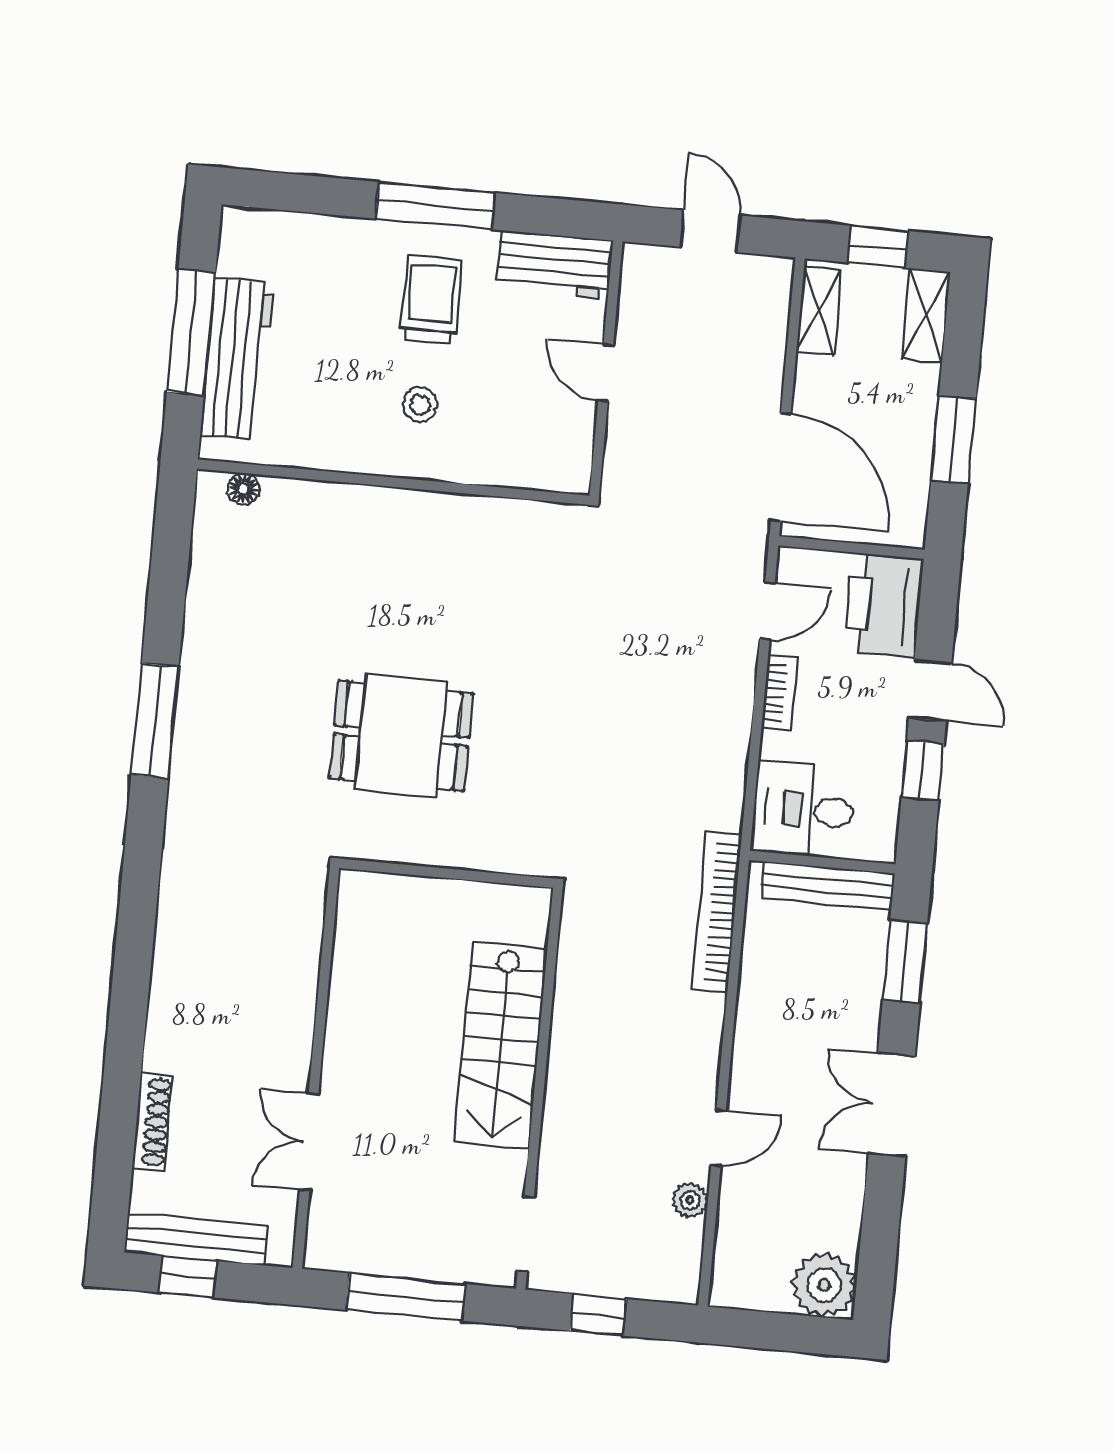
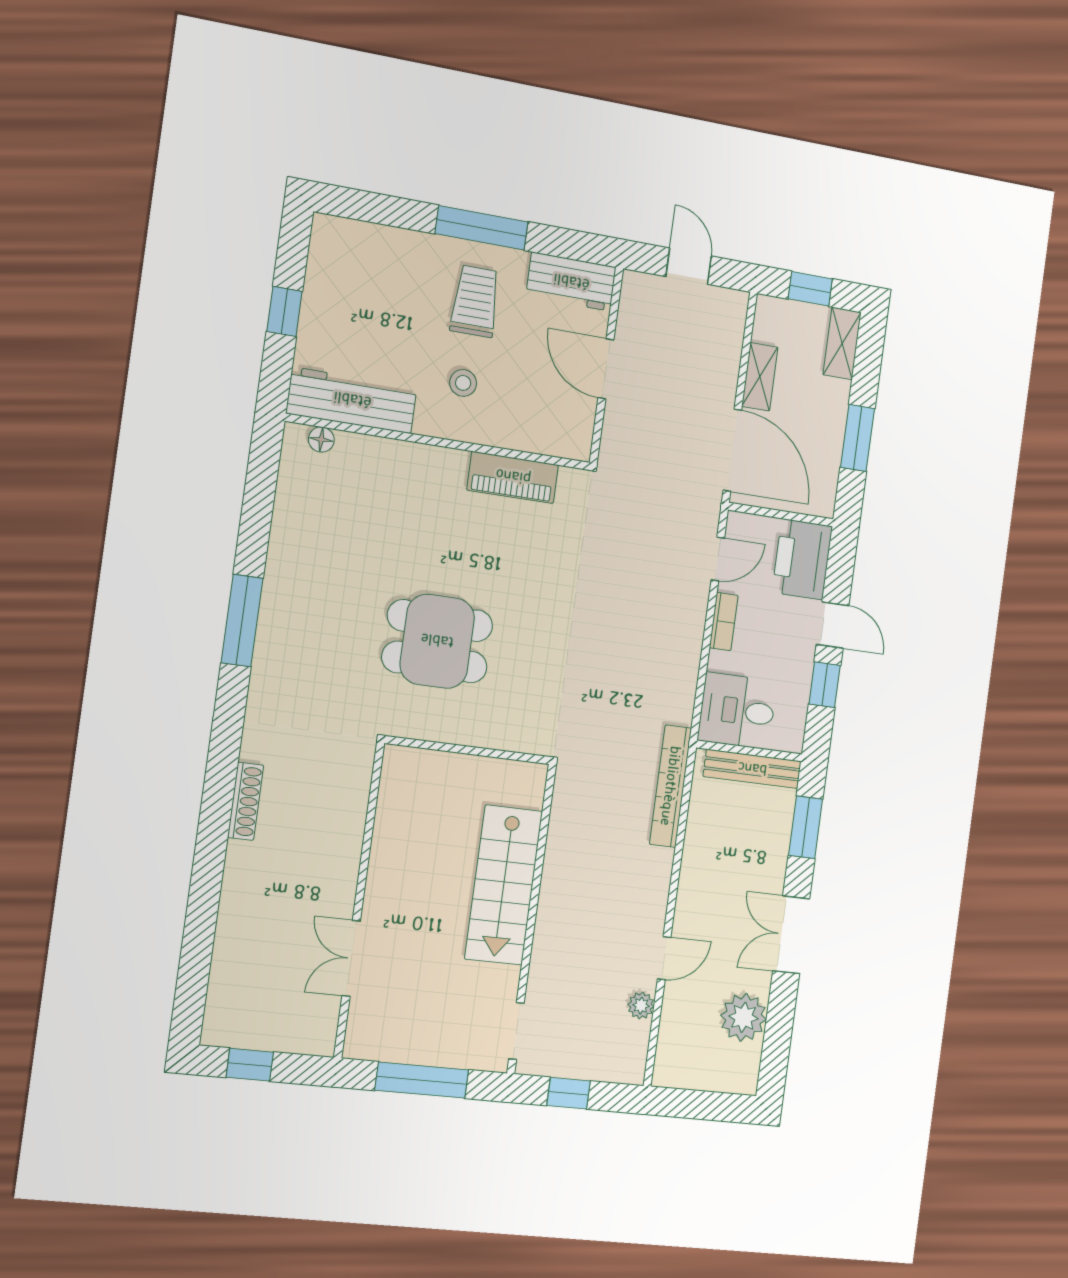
shelving: (819, 311) -> (760, 377), moved
window: (191, 332) -> (284, 311), width x0.46
workbench: (237, 359) -> (352, 400), moved, turned -90
door: (606, 373) -> (606, 369), width x1.38
piano: (489, 521) -> (513, 477), added
shoe rack: (152, 1122) -> (246, 801), moved
bench: (196, 1239) -> (258, 1035), removed
plant: (824, 1285) -> (744, 1017), moved

